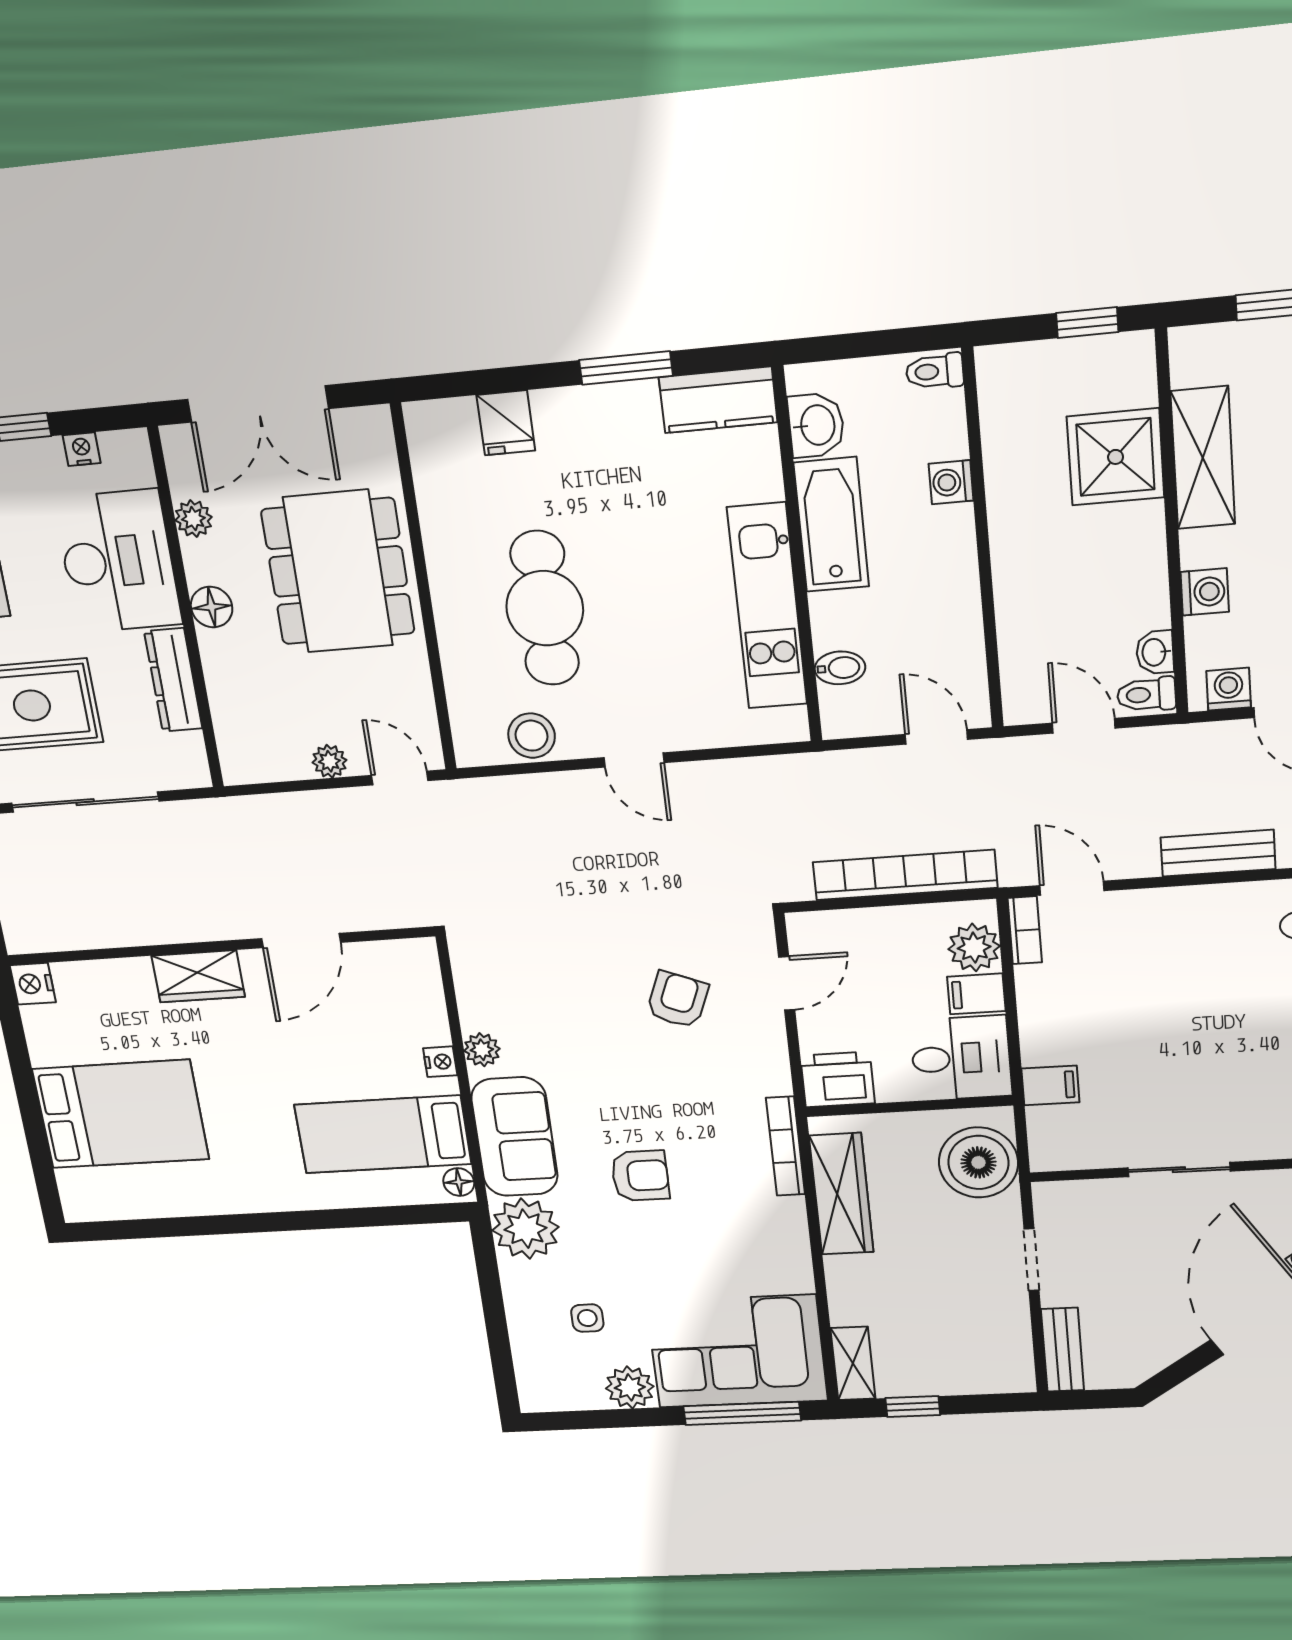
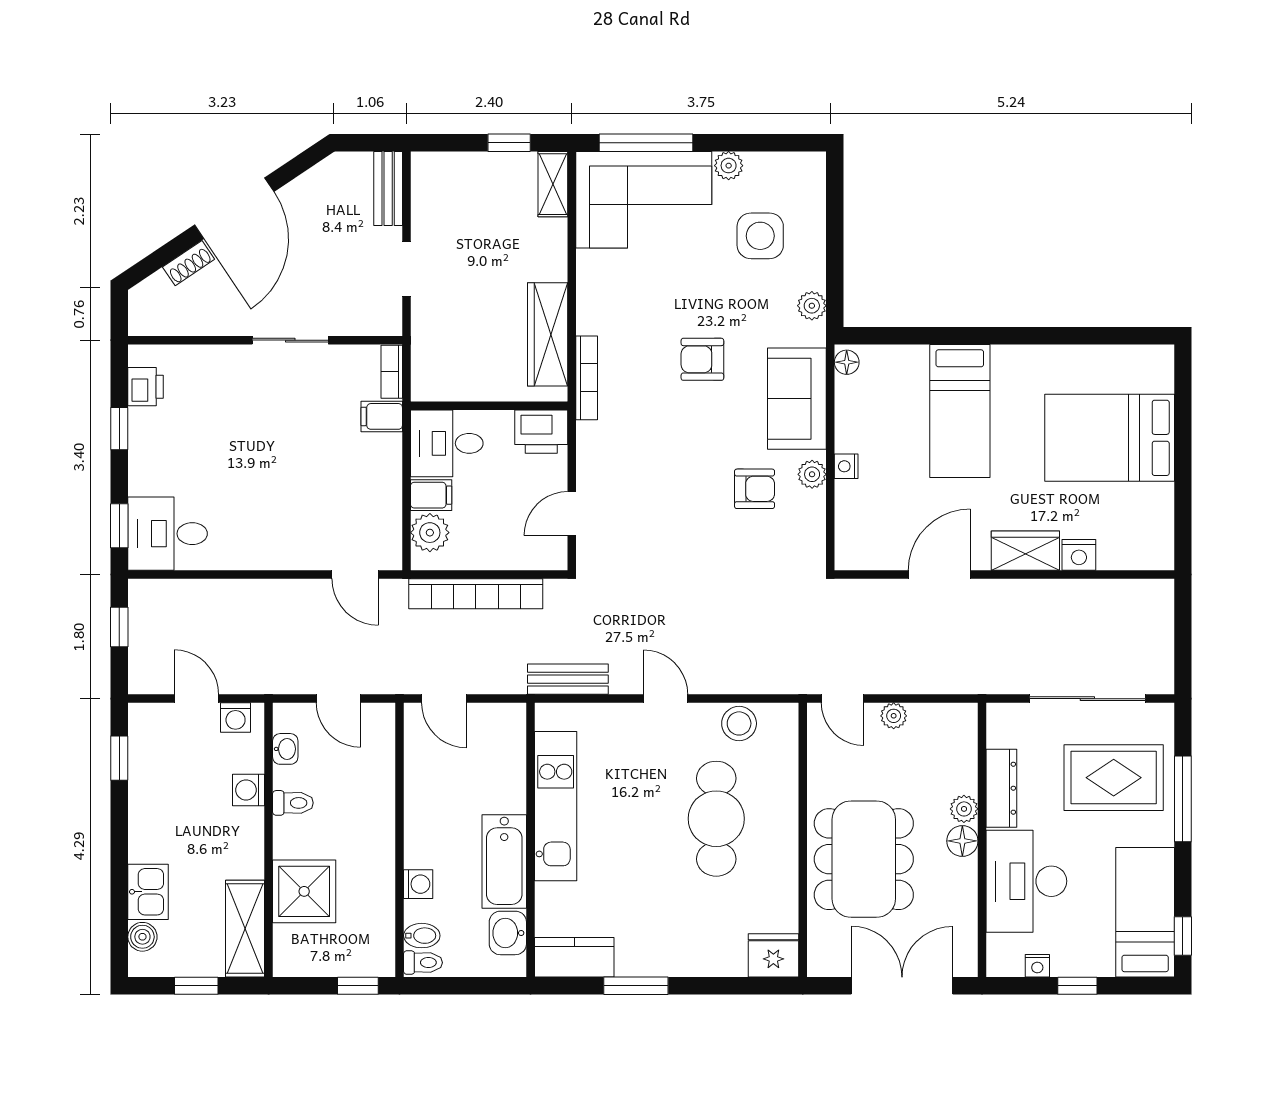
window: (1087, 323) -> (358, 986), moved
fridge: (506, 423) -> (773, 955), moved, width x1.38
shelving: (1203, 458) -> (245, 929), moved
plant: (193, 519) -> (964, 809), moved
bidet: (840, 668) -> (422, 936), moved, turned 180
toilet: (1146, 695) -> (293, 803), moved
bench: (1218, 853) -> (568, 679), moved
bookcase: (1025, 930) -> (392, 372), moved
nightstand: (33, 984) -> (1079, 555), moved, turned 90
armchair: (678, 1000) -> (755, 489), moved, turned -112
bed: (383, 1134) -> (960, 411), moved, turned 90
boiler: (978, 1162) -> (441, 355), removed
plant: (525, 1229) -> (812, 306), width x0.53, depth x0.53
side table: (587, 1318) -> (760, 236), width x1.87, depth x1.87
plant: (630, 1387) -> (729, 166), width x0.73, depth x0.73

